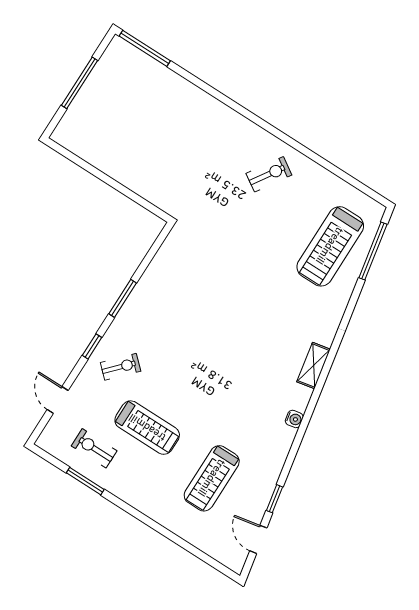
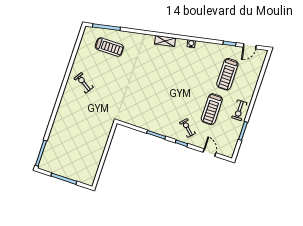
treadmill: (330, 246) -> (109, 47), width x0.73, depth x0.73
door: (58, 400) -> (210, 153), swing flipped
treadmill: (147, 428) -> (212, 109), turned 180
exercise bike: (94, 448) -> (239, 110), moved
treadmill: (212, 478) -> (227, 74), turned 90

